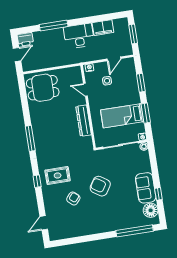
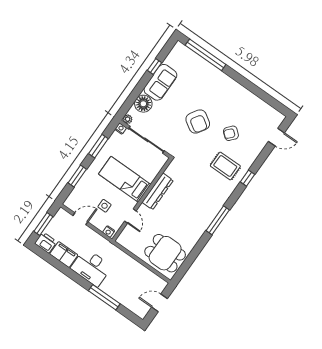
printer: (25, 39) -> (46, 243), moved
bed: (122, 116) -> (125, 179), moved, turned 180
floor lamp: (151, 210) -> (143, 104), moved

